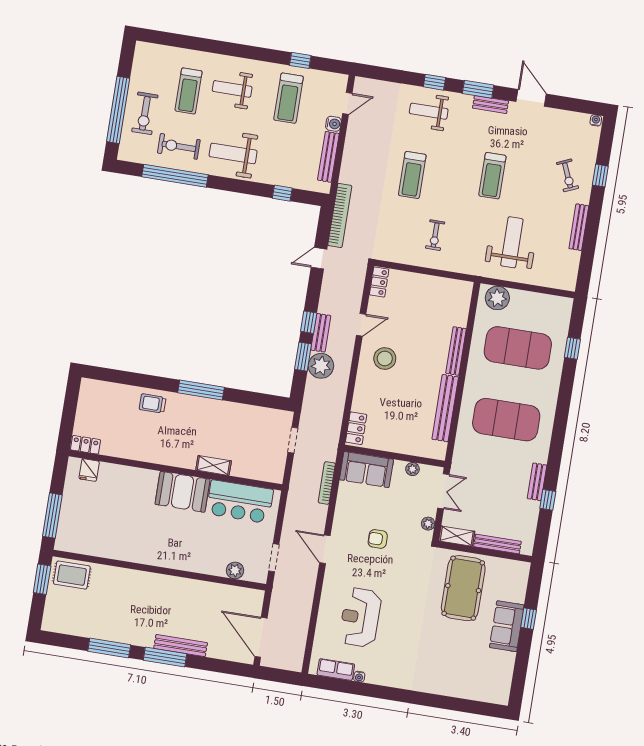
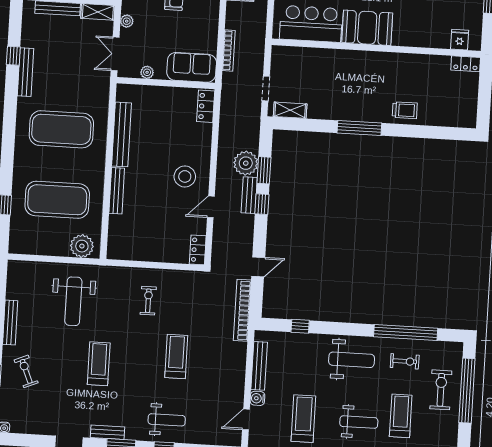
exercise bike: (179, 146) -> (405, 361), width x0.73, depth x0.72
shelving: (214, 465) -> (290, 110), moved
bench: (537, 482) -> (26, 72), width x1.36

